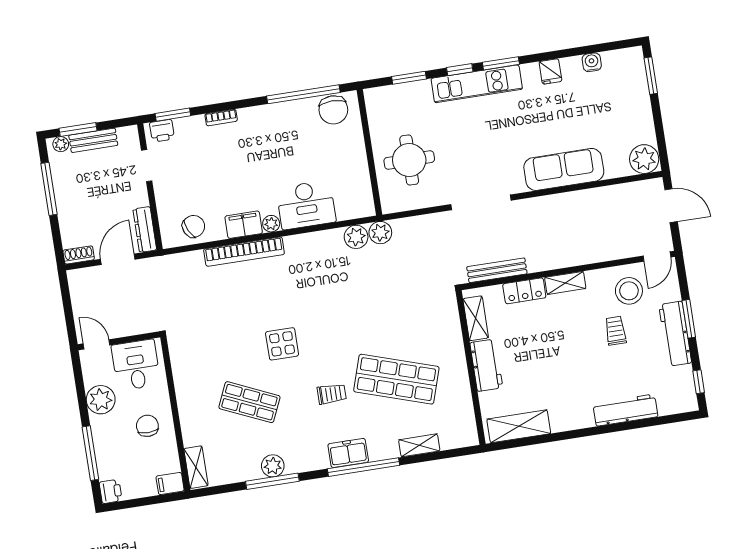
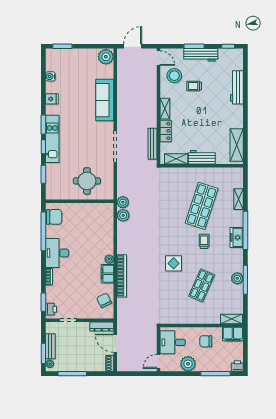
desk: (306, 205) -> (57, 253), moved, turned 180
filing cabinet: (170, 484) -> (233, 334), width x2.00

